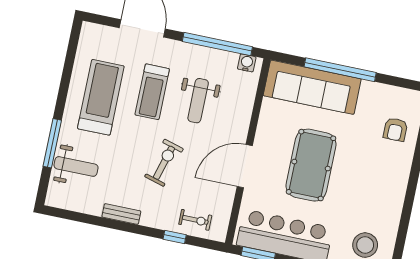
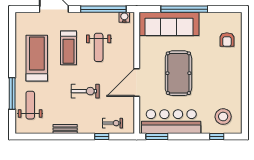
exercise bike: (164, 163) -> (85, 91), turned 74
weight bench: (76, 166) -> (30, 105), turned -90

